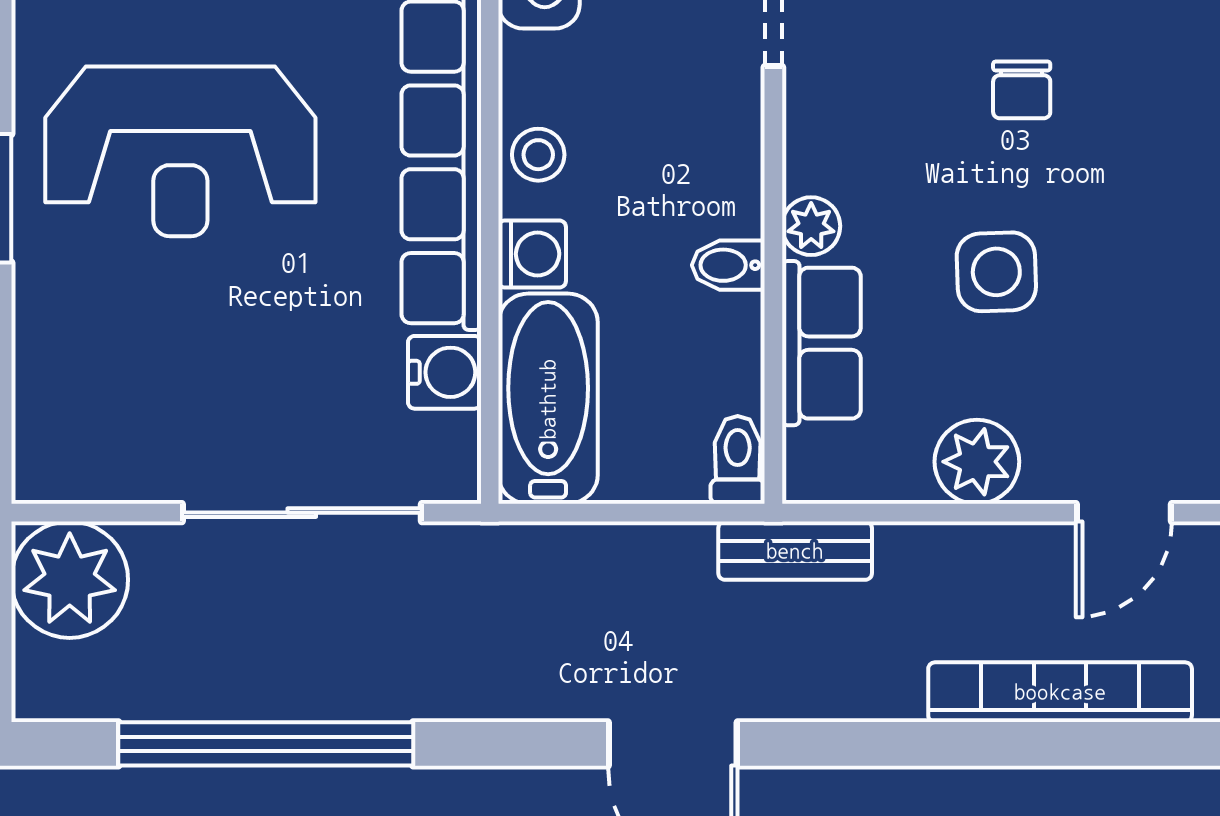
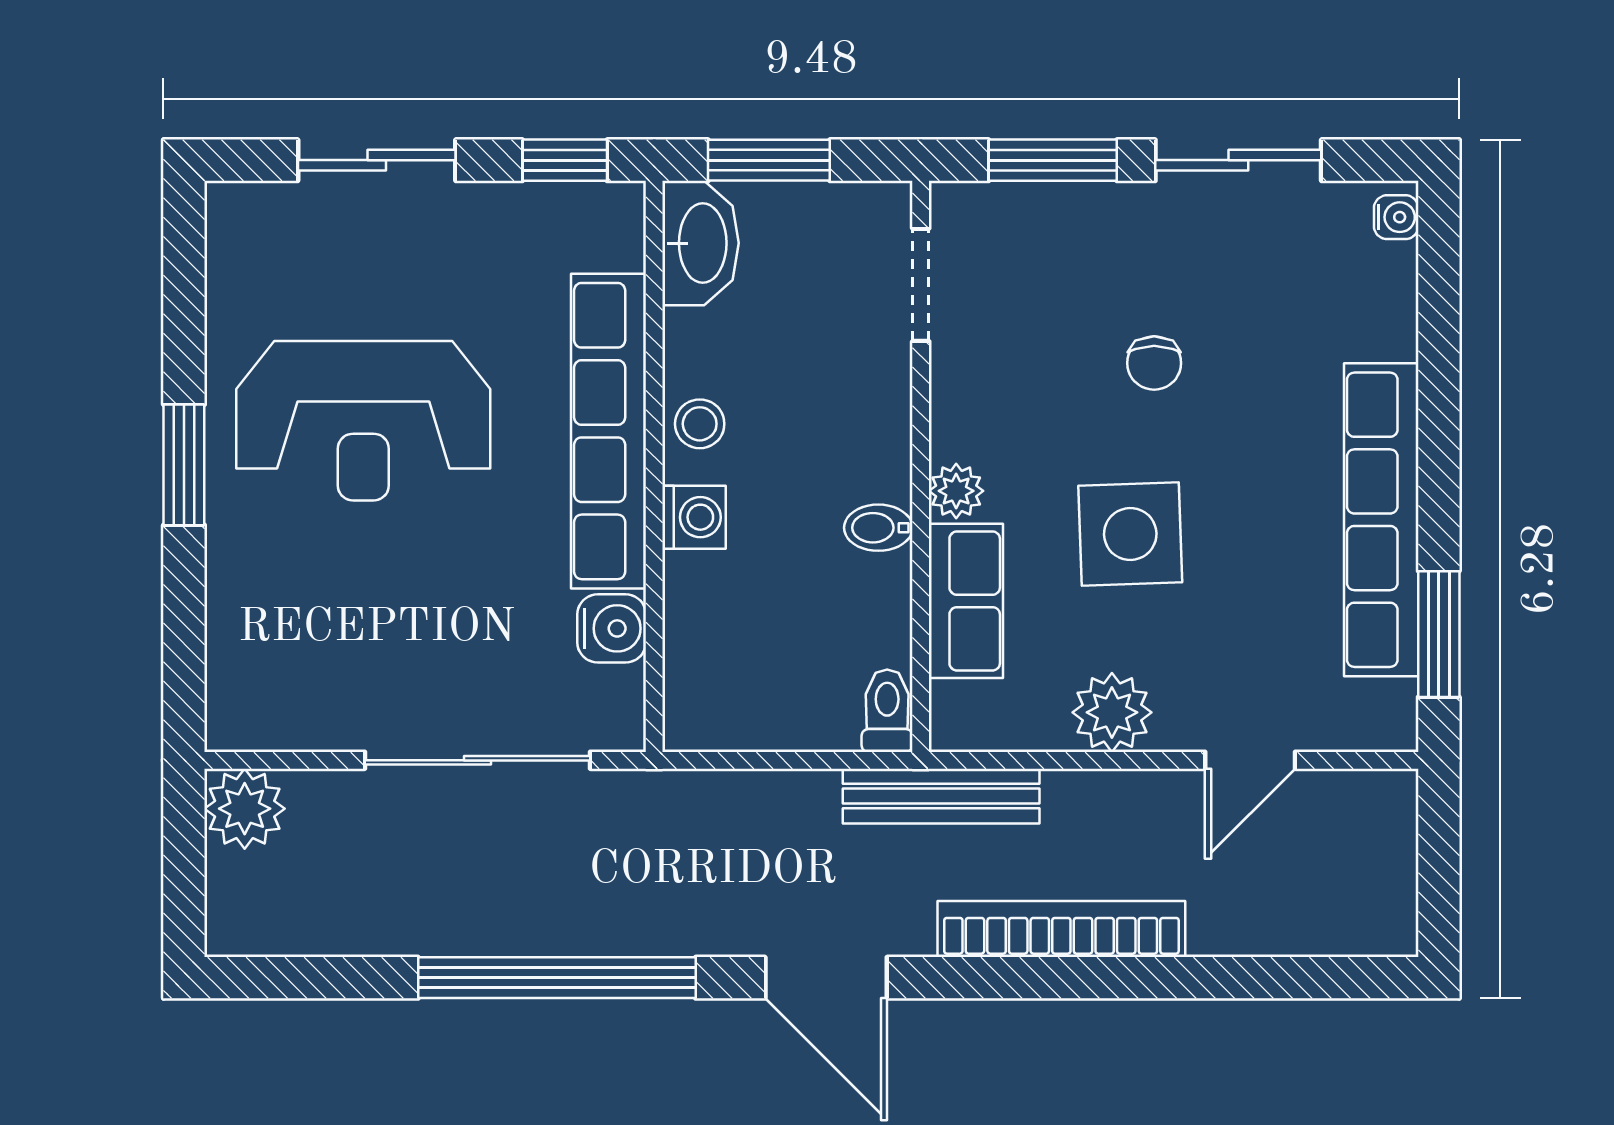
side table: (996, 272) -> (1130, 534), width x1.37, depth x1.37
bathtub: (548, 399) -> (709, 653), removed
bench: (795, 551) -> (941, 796), width x1.36
plant: (70, 580) -> (245, 809), width x0.73, depth x0.73
bookcase: (1060, 692) -> (1061, 929), moved
window: (266, 744) -> (557, 978), moved

